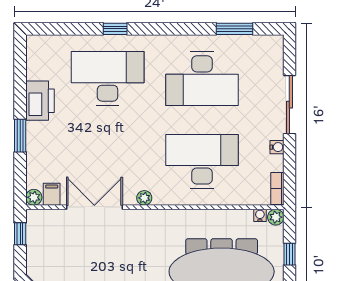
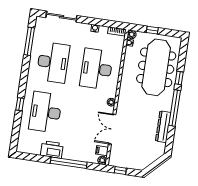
window: (235, 29) -> (29, 41), width x1.44
sliding door: (289, 105) -> (61, 17), moved
window: (20, 136) -> (69, 163), width x2.11

